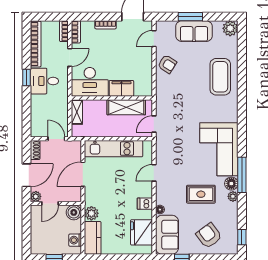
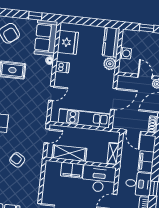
armchair: (167, 64) -> (17, 160), moved
filing cabinet: (38, 107) -> (146, 162), added
door: (50, 203) -> (145, 76), hinge flipped
boiler: (74, 212) -> (125, 66), removed
washing machine: (75, 240) -> (125, 53), moved

